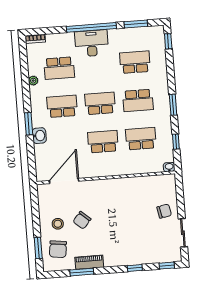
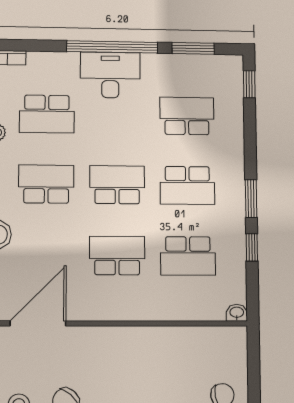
school desk: (141, 139) -> (188, 256), turned 180
window: (176, 142) -> (252, 247), moved

